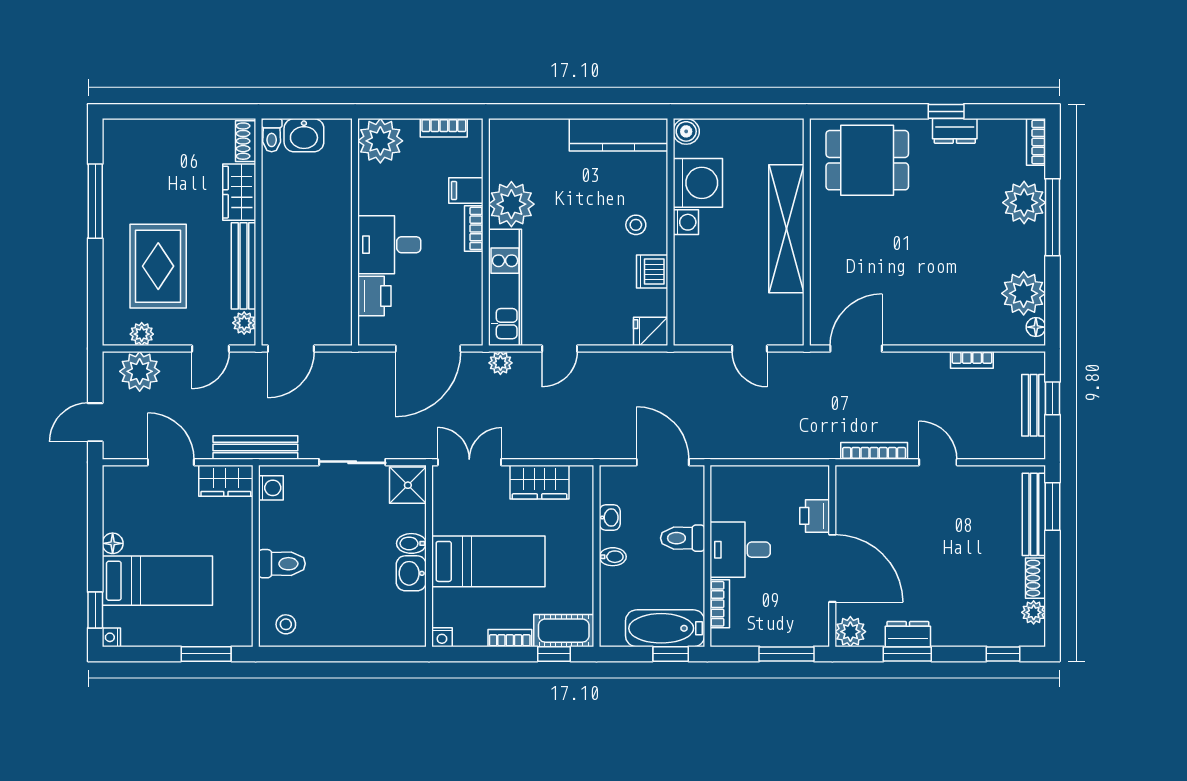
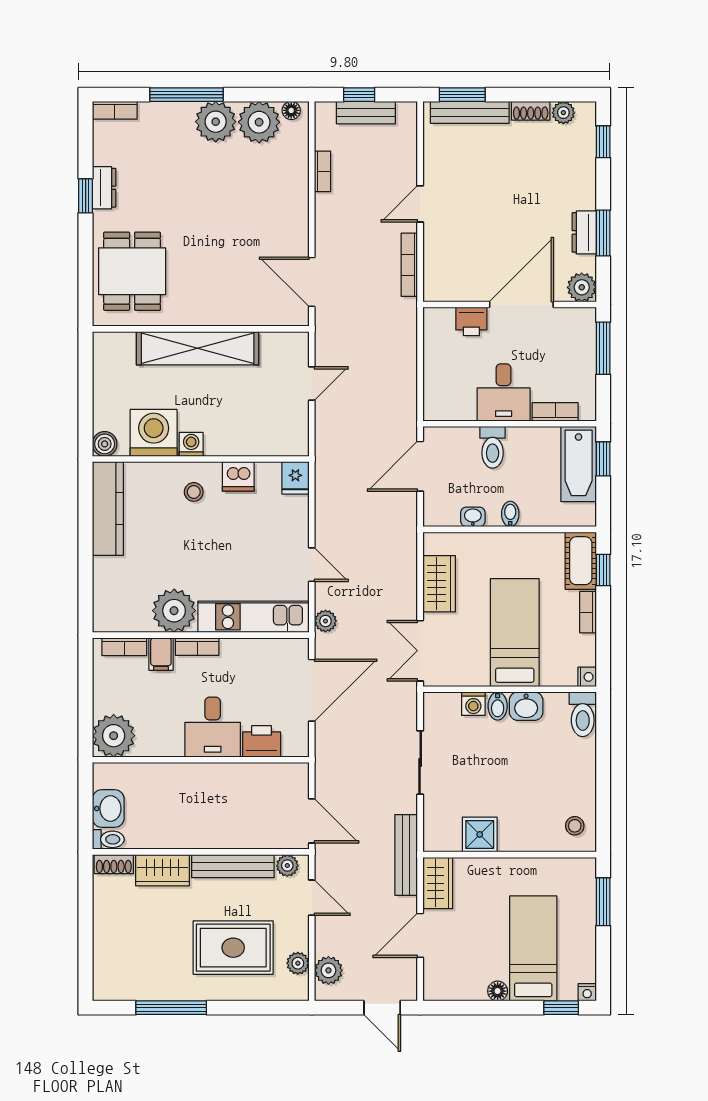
bookcase: (444, 128) -> (124, 647), moved, turned 90
plant: (1024, 203) -> (216, 122), moved
door: (428, 349) -> (312, 690), hinge flipped
plant: (140, 371) -> (328, 970), width x0.73, depth x0.73
shower: (408, 485) -> (480, 834), moved
washing machine: (271, 488) -> (473, 704), moved, turned 180
toilet: (282, 564) -> (583, 714), moved, turned 180

